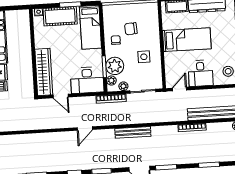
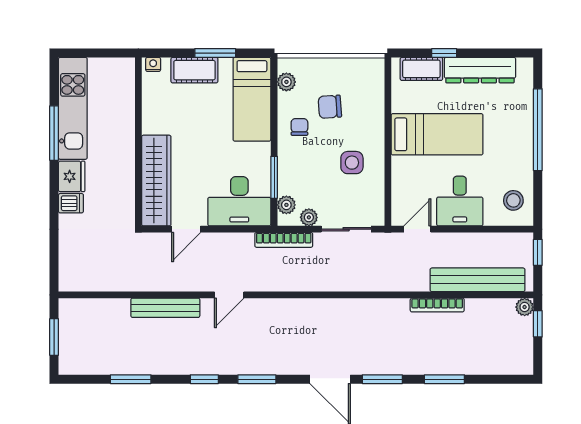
cot: (60, 16) -> (194, 70), width x0.73, depth x0.75
plant: (115, 66) -> (286, 82), moved, width x0.53, depth x0.53
door: (61, 96) -> (186, 229), hinge flipped
bench: (133, 132) -> (165, 308), moved
window: (209, 165) -> (444, 379), moved

